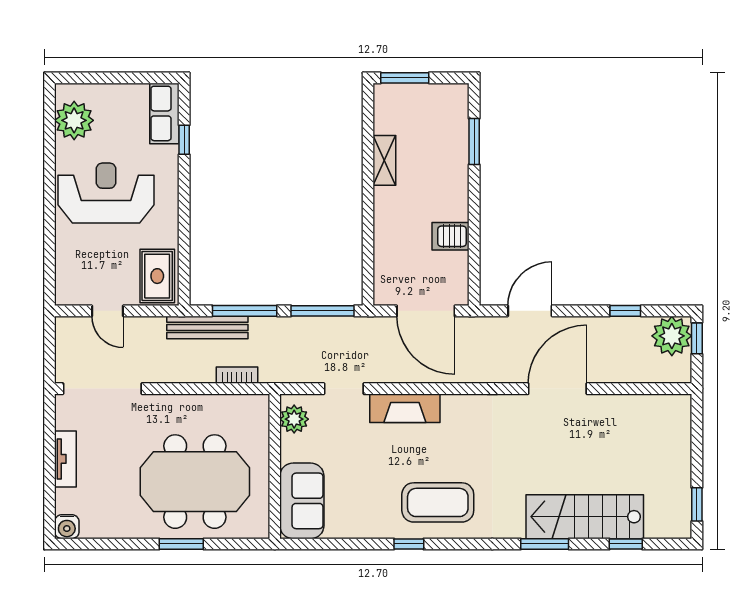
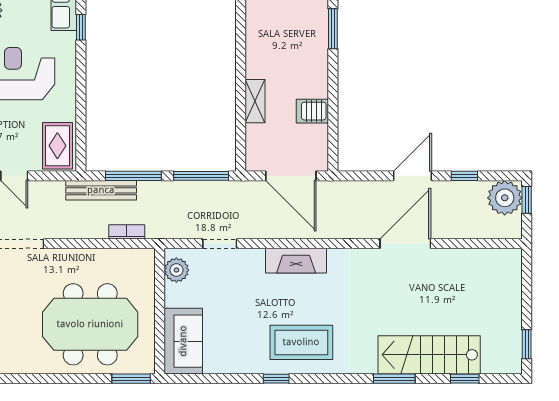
shelving: (384, 160) -> (255, 101), moved
door: (530, 311) -> (413, 176), moved
fireplace: (405, 408) -> (296, 261), moved
window: (181, 544) -> (131, 379), moved

